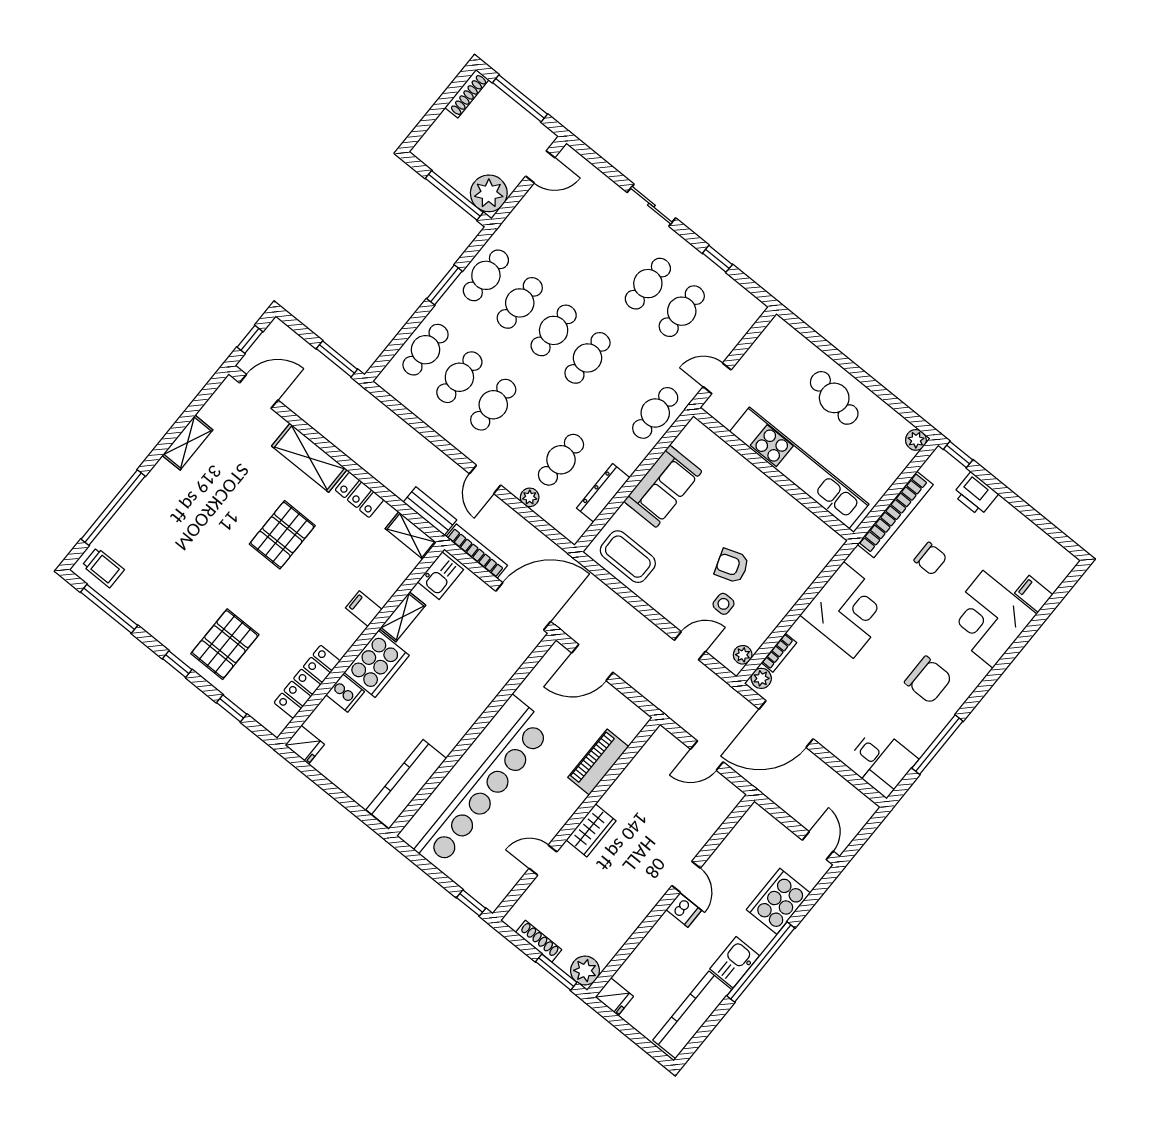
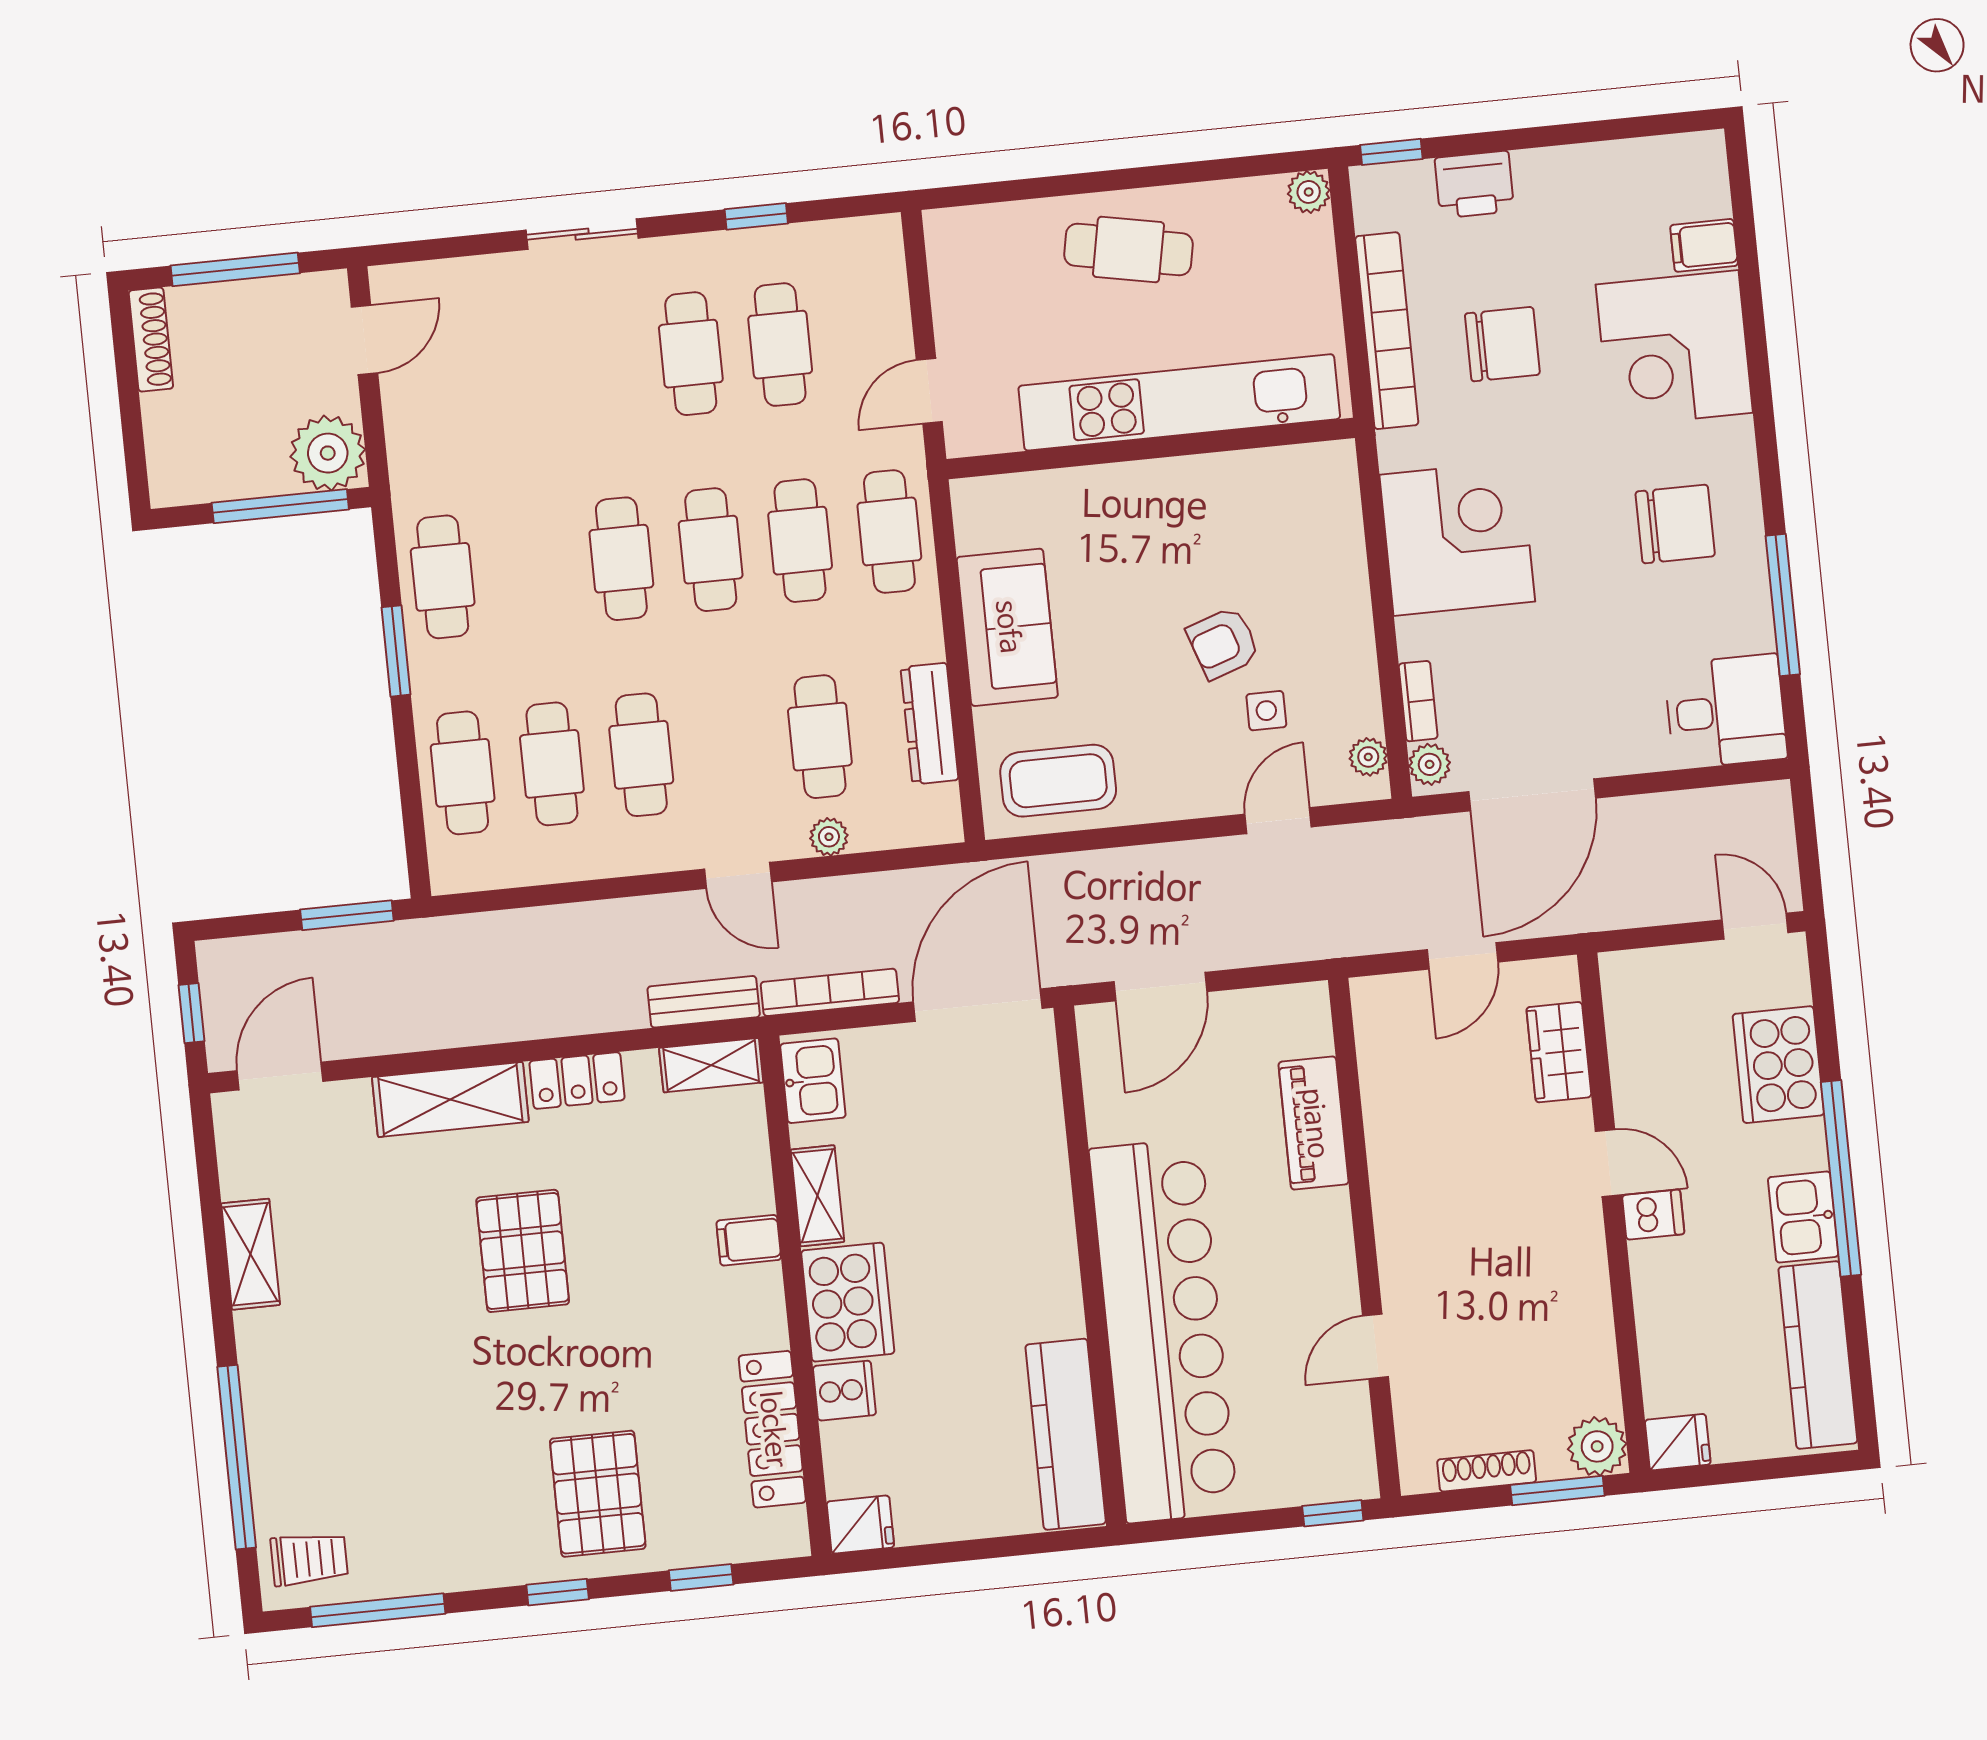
cafe table: (520, 303) -> (800, 541), moved
chair: (930, 559) -> (1502, 344), width x1.37, depth x1.37
wardrobe: (591, 830) -> (1559, 1052), moved, turned 180

